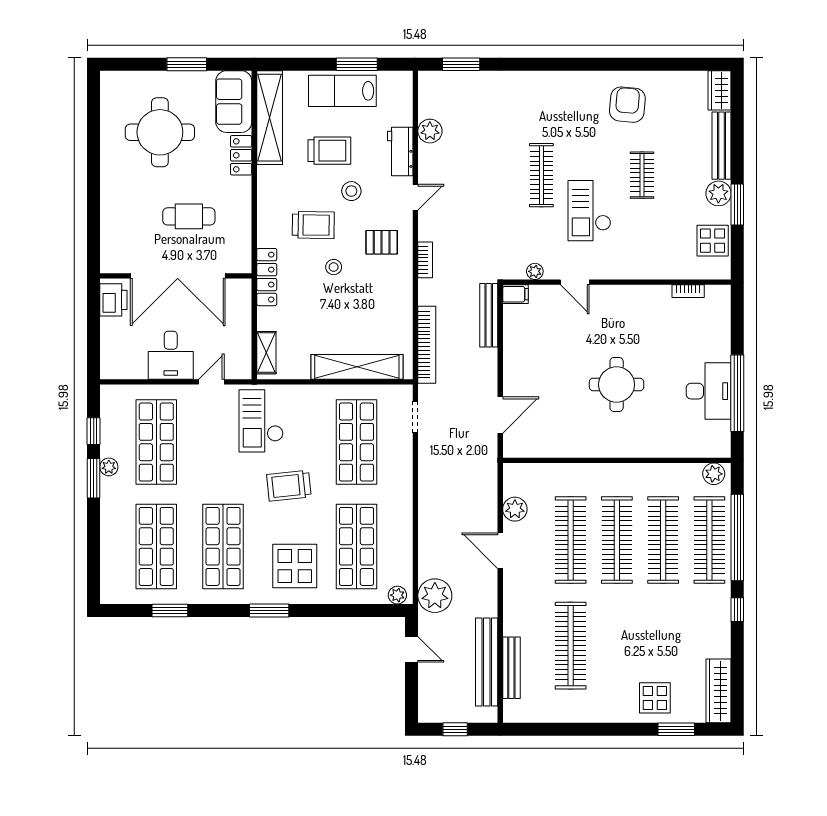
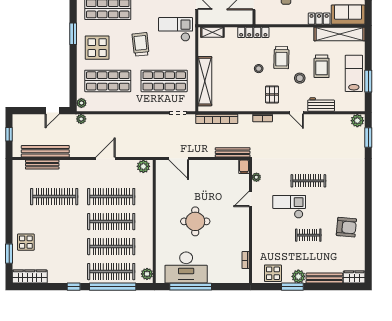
plant: (430, 131) -> (357, 121), moved
desk: (709, 391) -> (186, 268), width x1.36, depth x1.30
plant: (515, 509) -> (143, 166), moved
plant: (435, 596) -> (81, 119), width x0.53, depth x0.53

